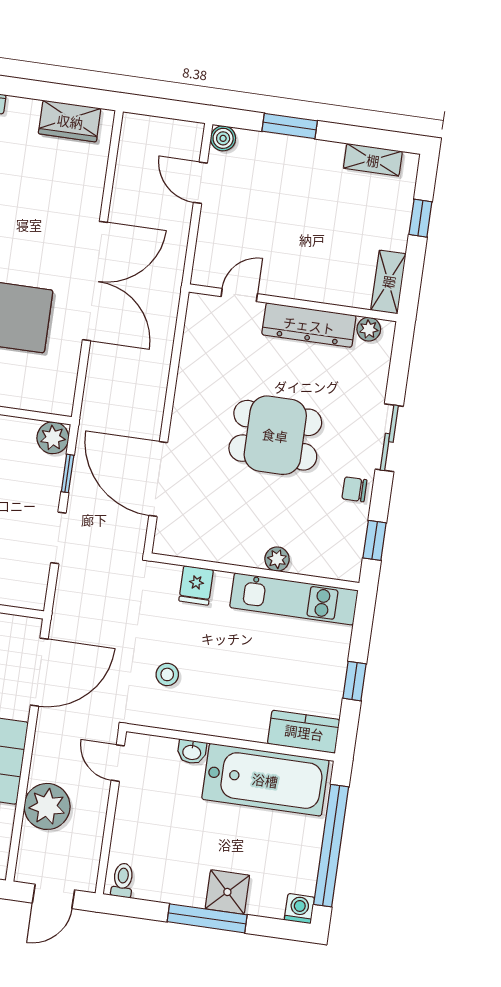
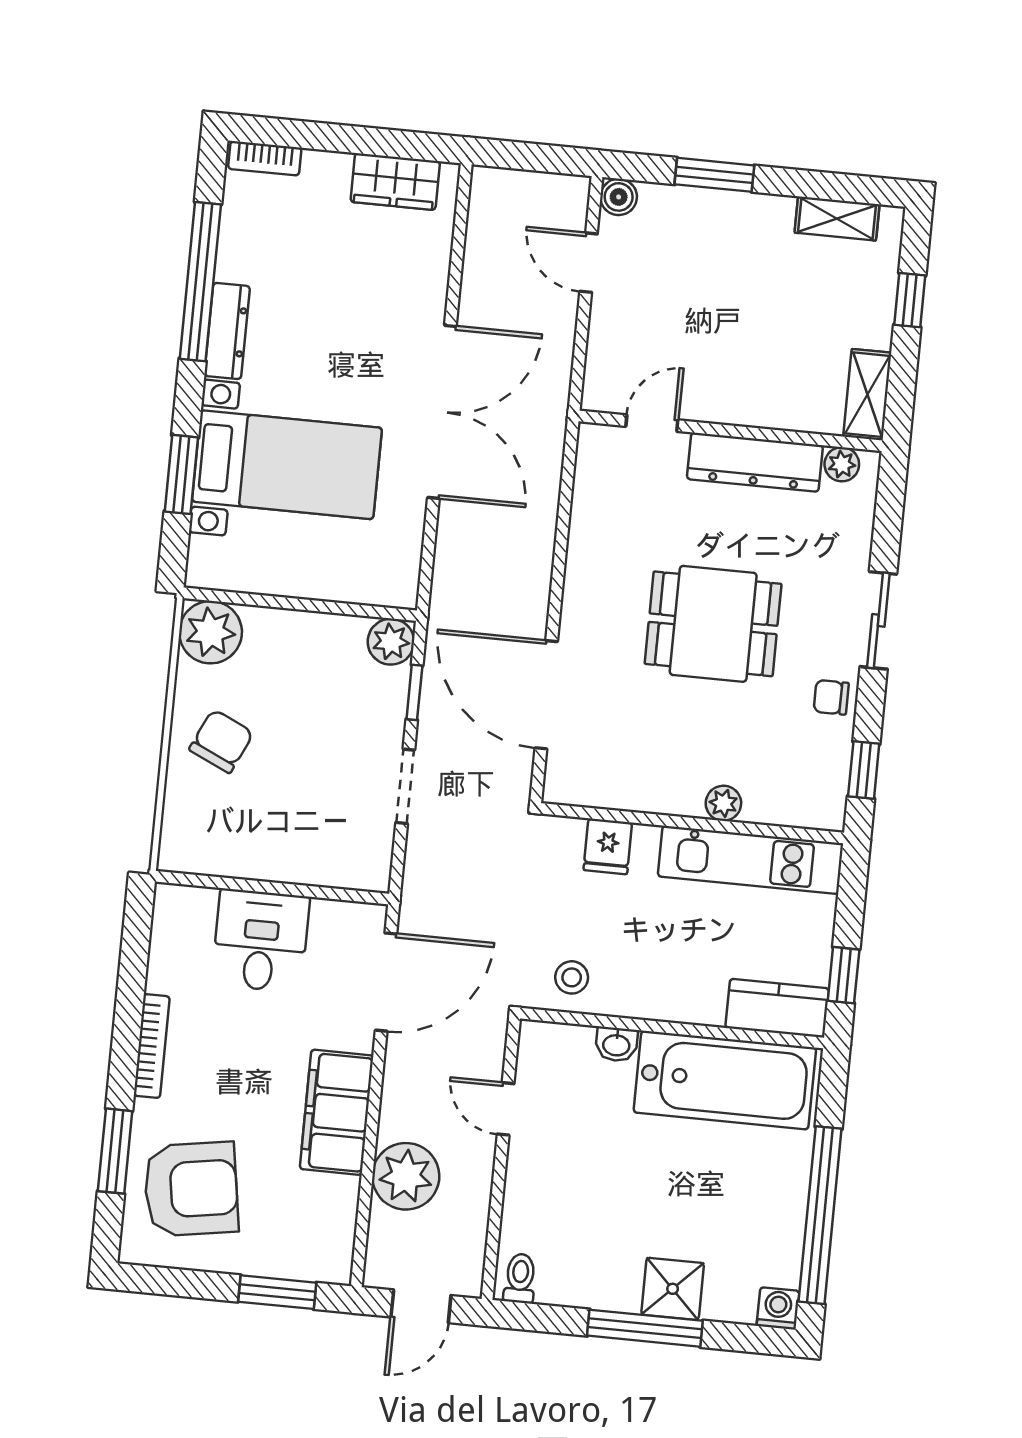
kitchen counter: (304, 732) -> (777, 1008), moved
wall: (231, 742) -> (672, 1028), moved
washbasin: (192, 752) -> (616, 1044), moved
bathtub: (265, 780) -> (725, 1080), moved

